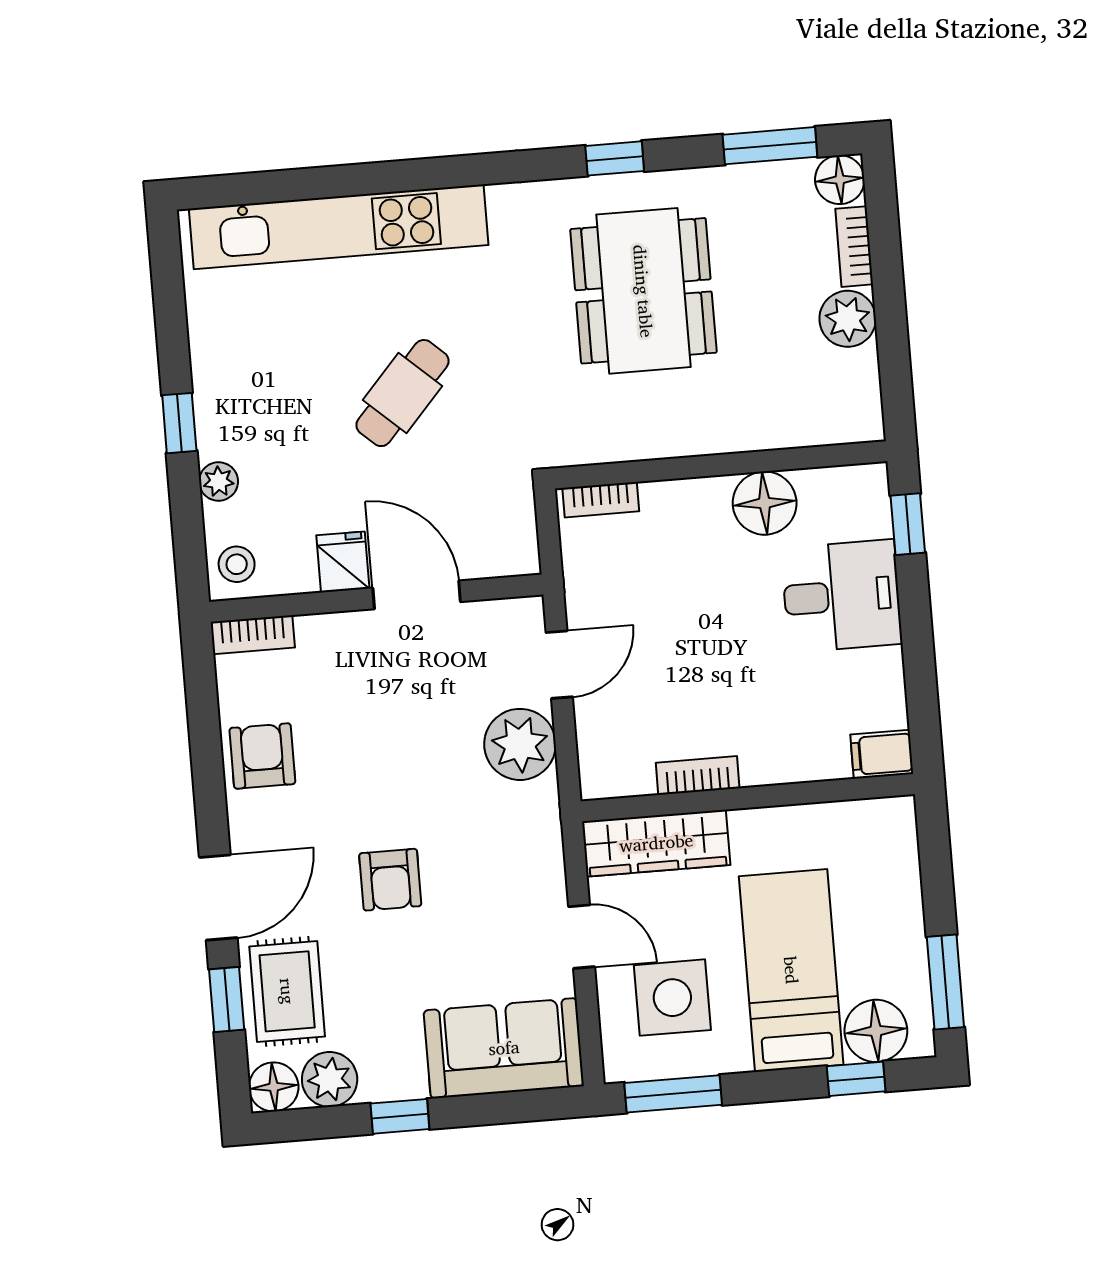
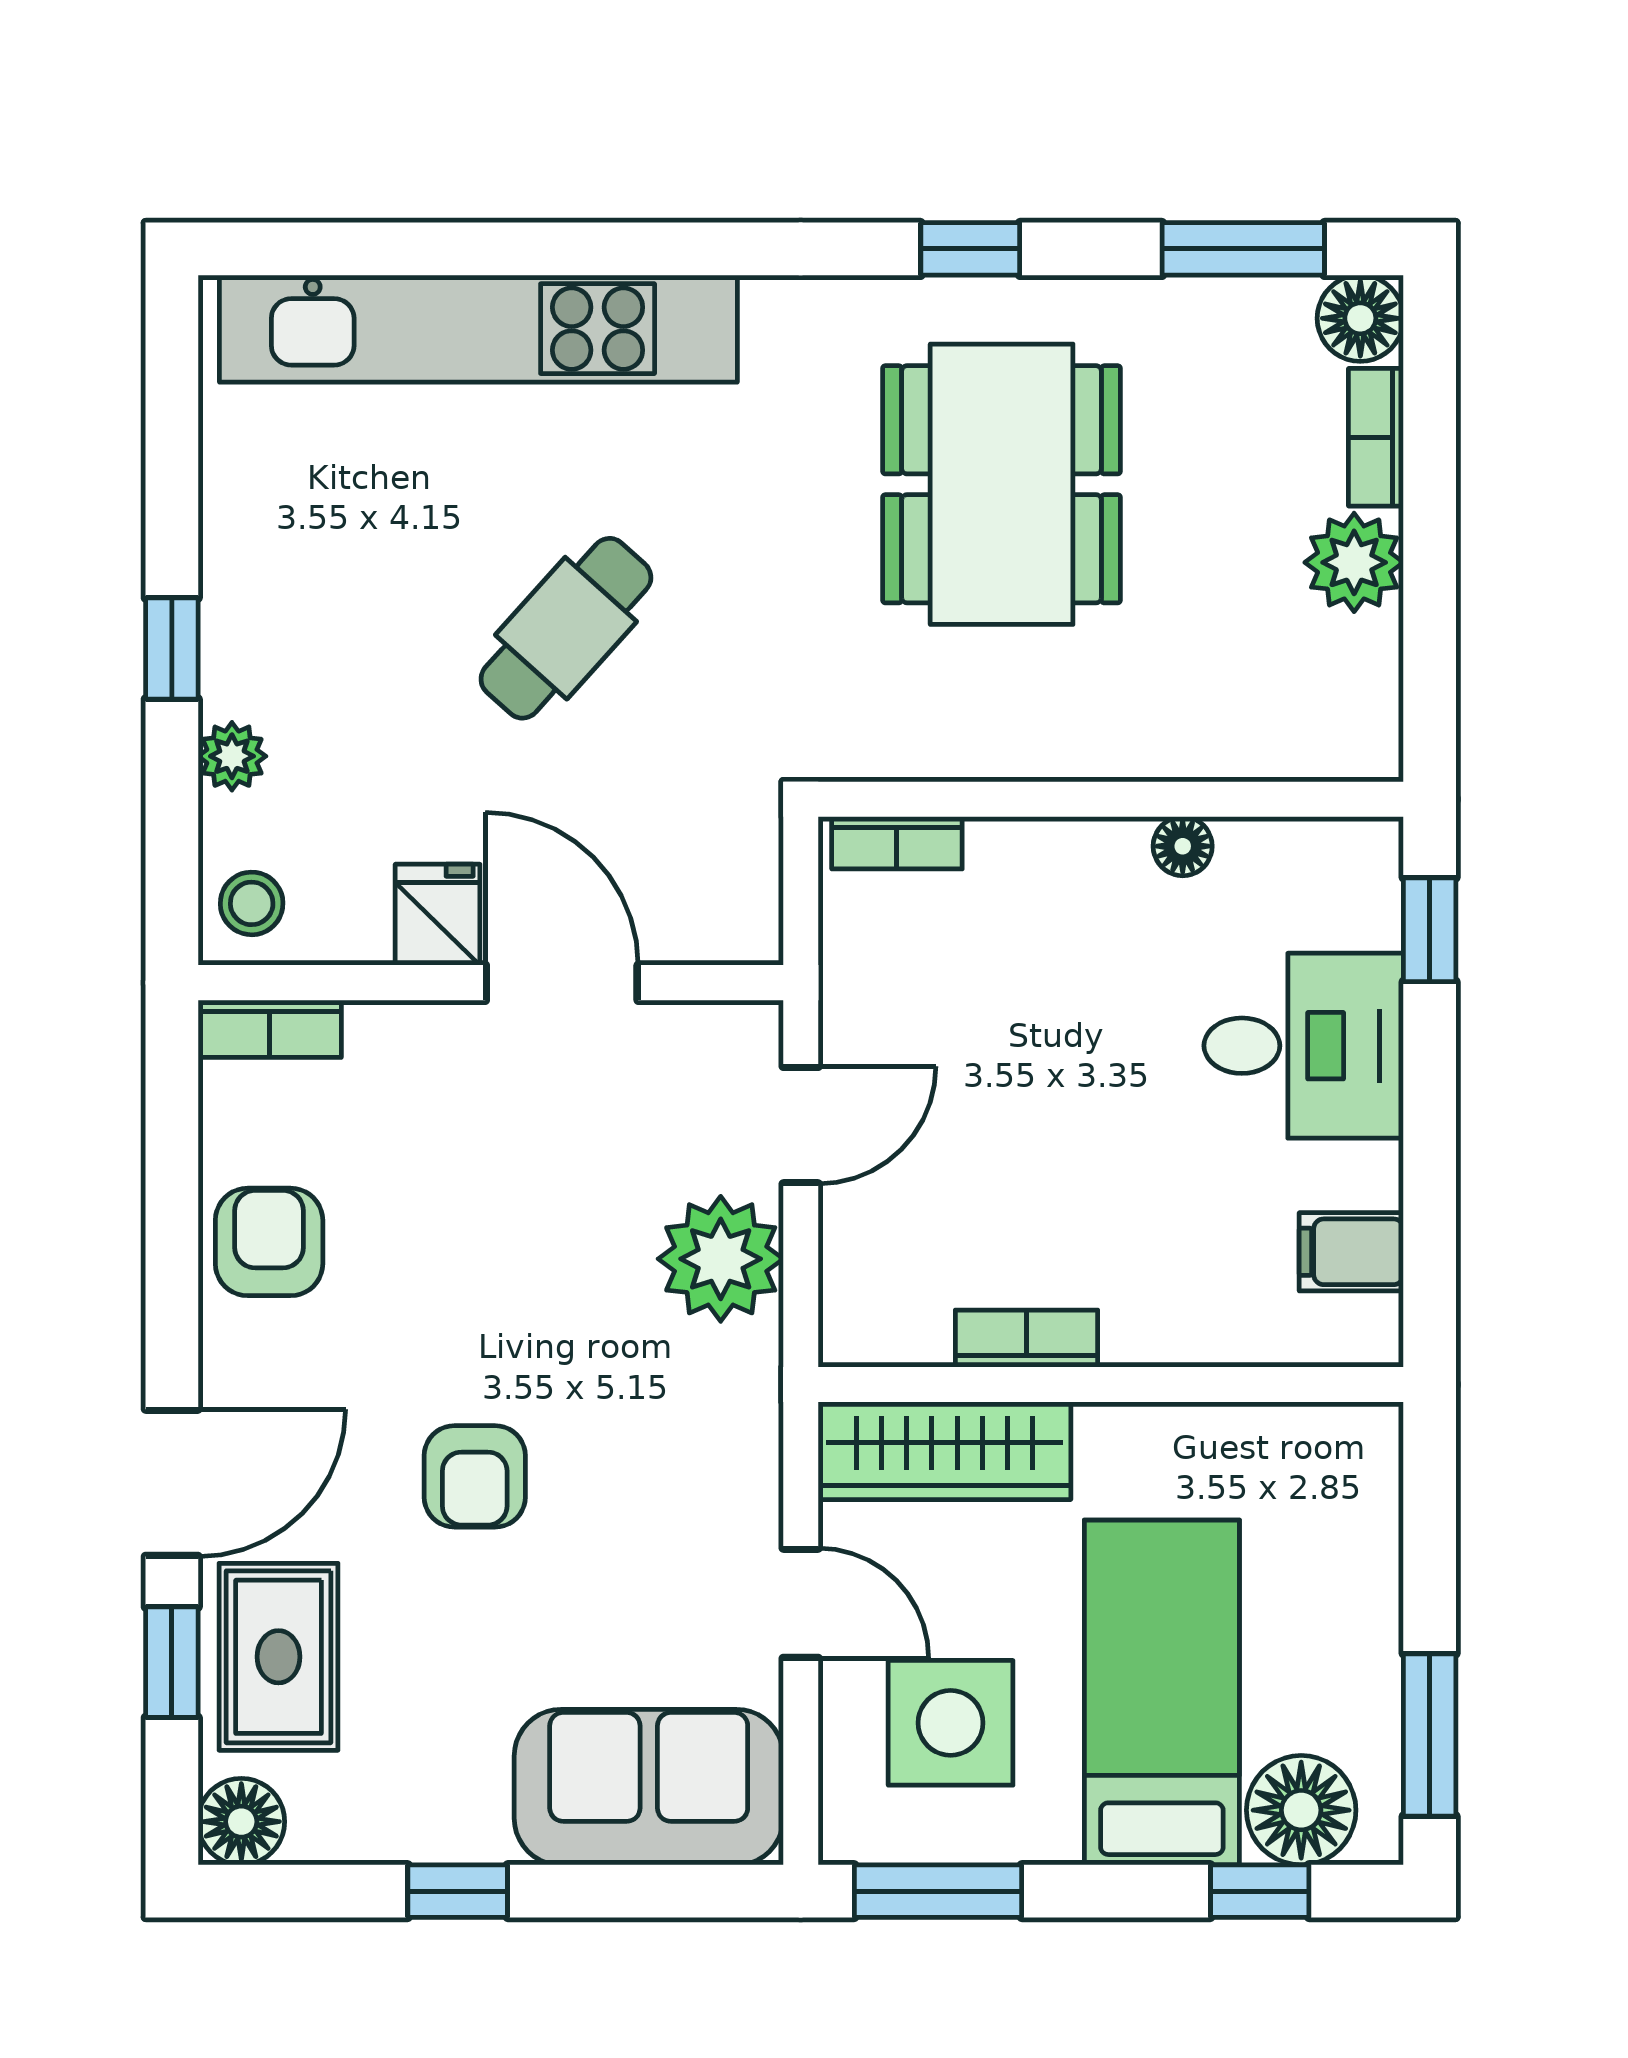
floor lamp: (765, 503) -> (1183, 846), width x0.53, depth x0.53
filing cabinet: (882, 754) -> (1351, 1252), moved
plant: (330, 1079) -> (340, 1817), removed

